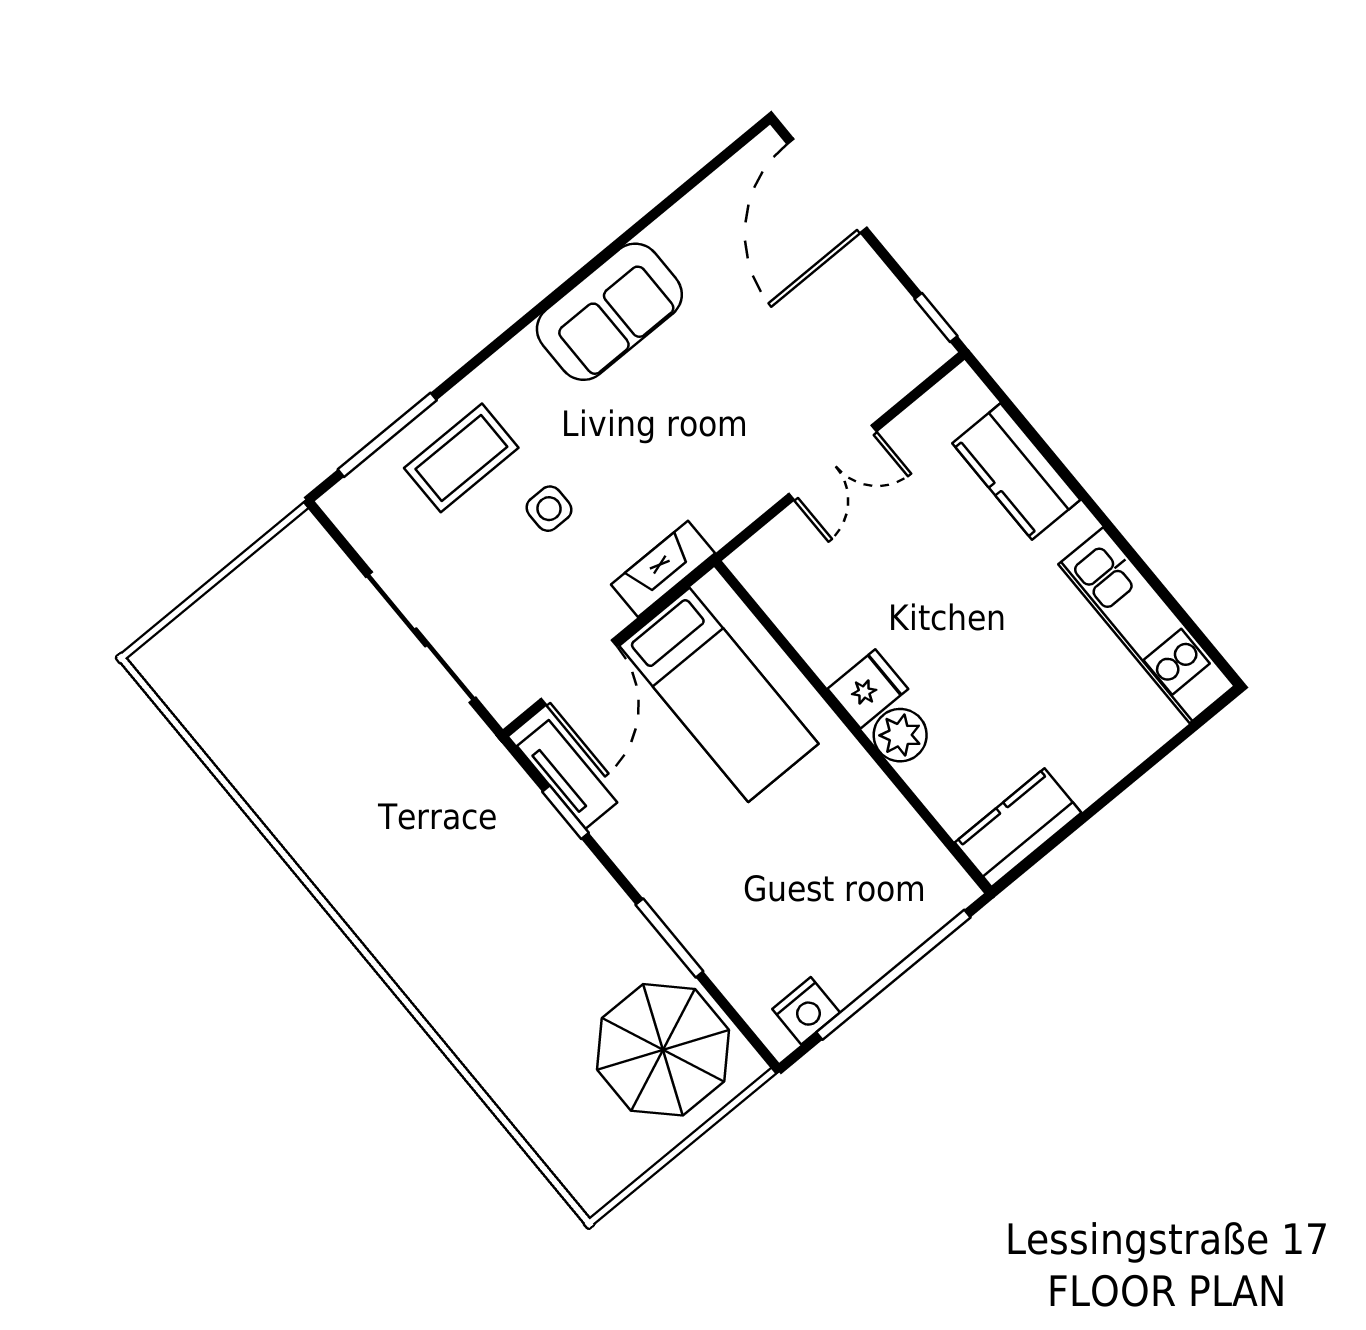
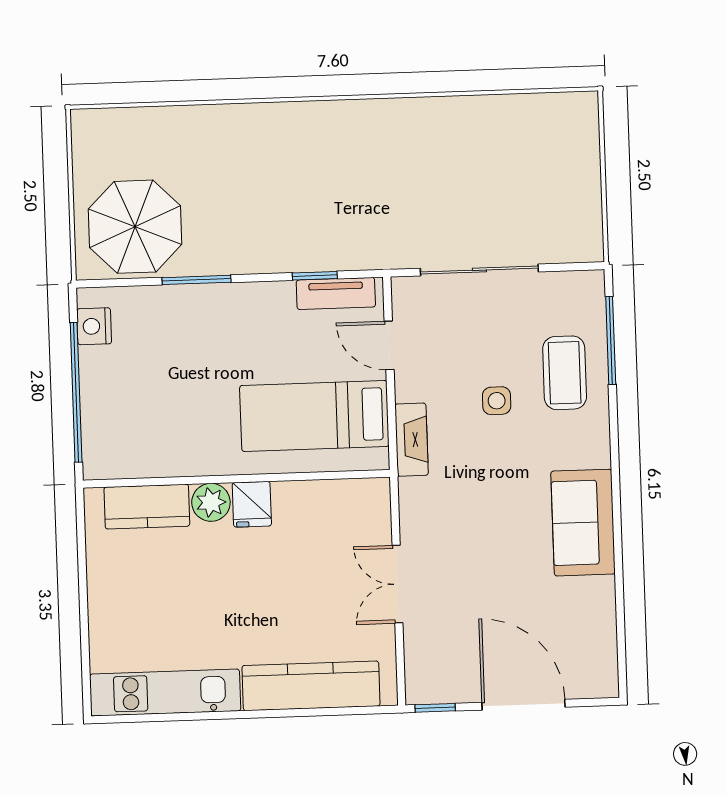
door: (827, 186) -> (523, 705), moved
kitchen counter: (1016, 472) -> (311, 686), width x1.50
door: (579, 673) -> (389, 345), width x0.73
kitchen counter: (1018, 828) -> (147, 507), moved, turned 90

